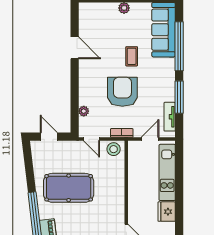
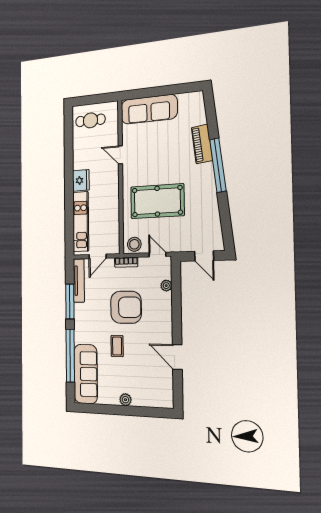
armchair: (122, 92) -> (126, 307), turned -90
tv unit: (170, 117) -> (79, 281), width x1.41
pool table: (69, 188) -> (157, 201), moved

